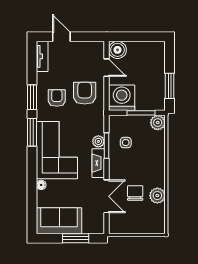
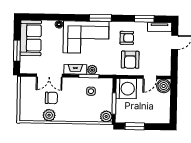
armchair: (85, 93) -> (130, 60), turned 90
window: (32, 97) -> (144, 19), moved

